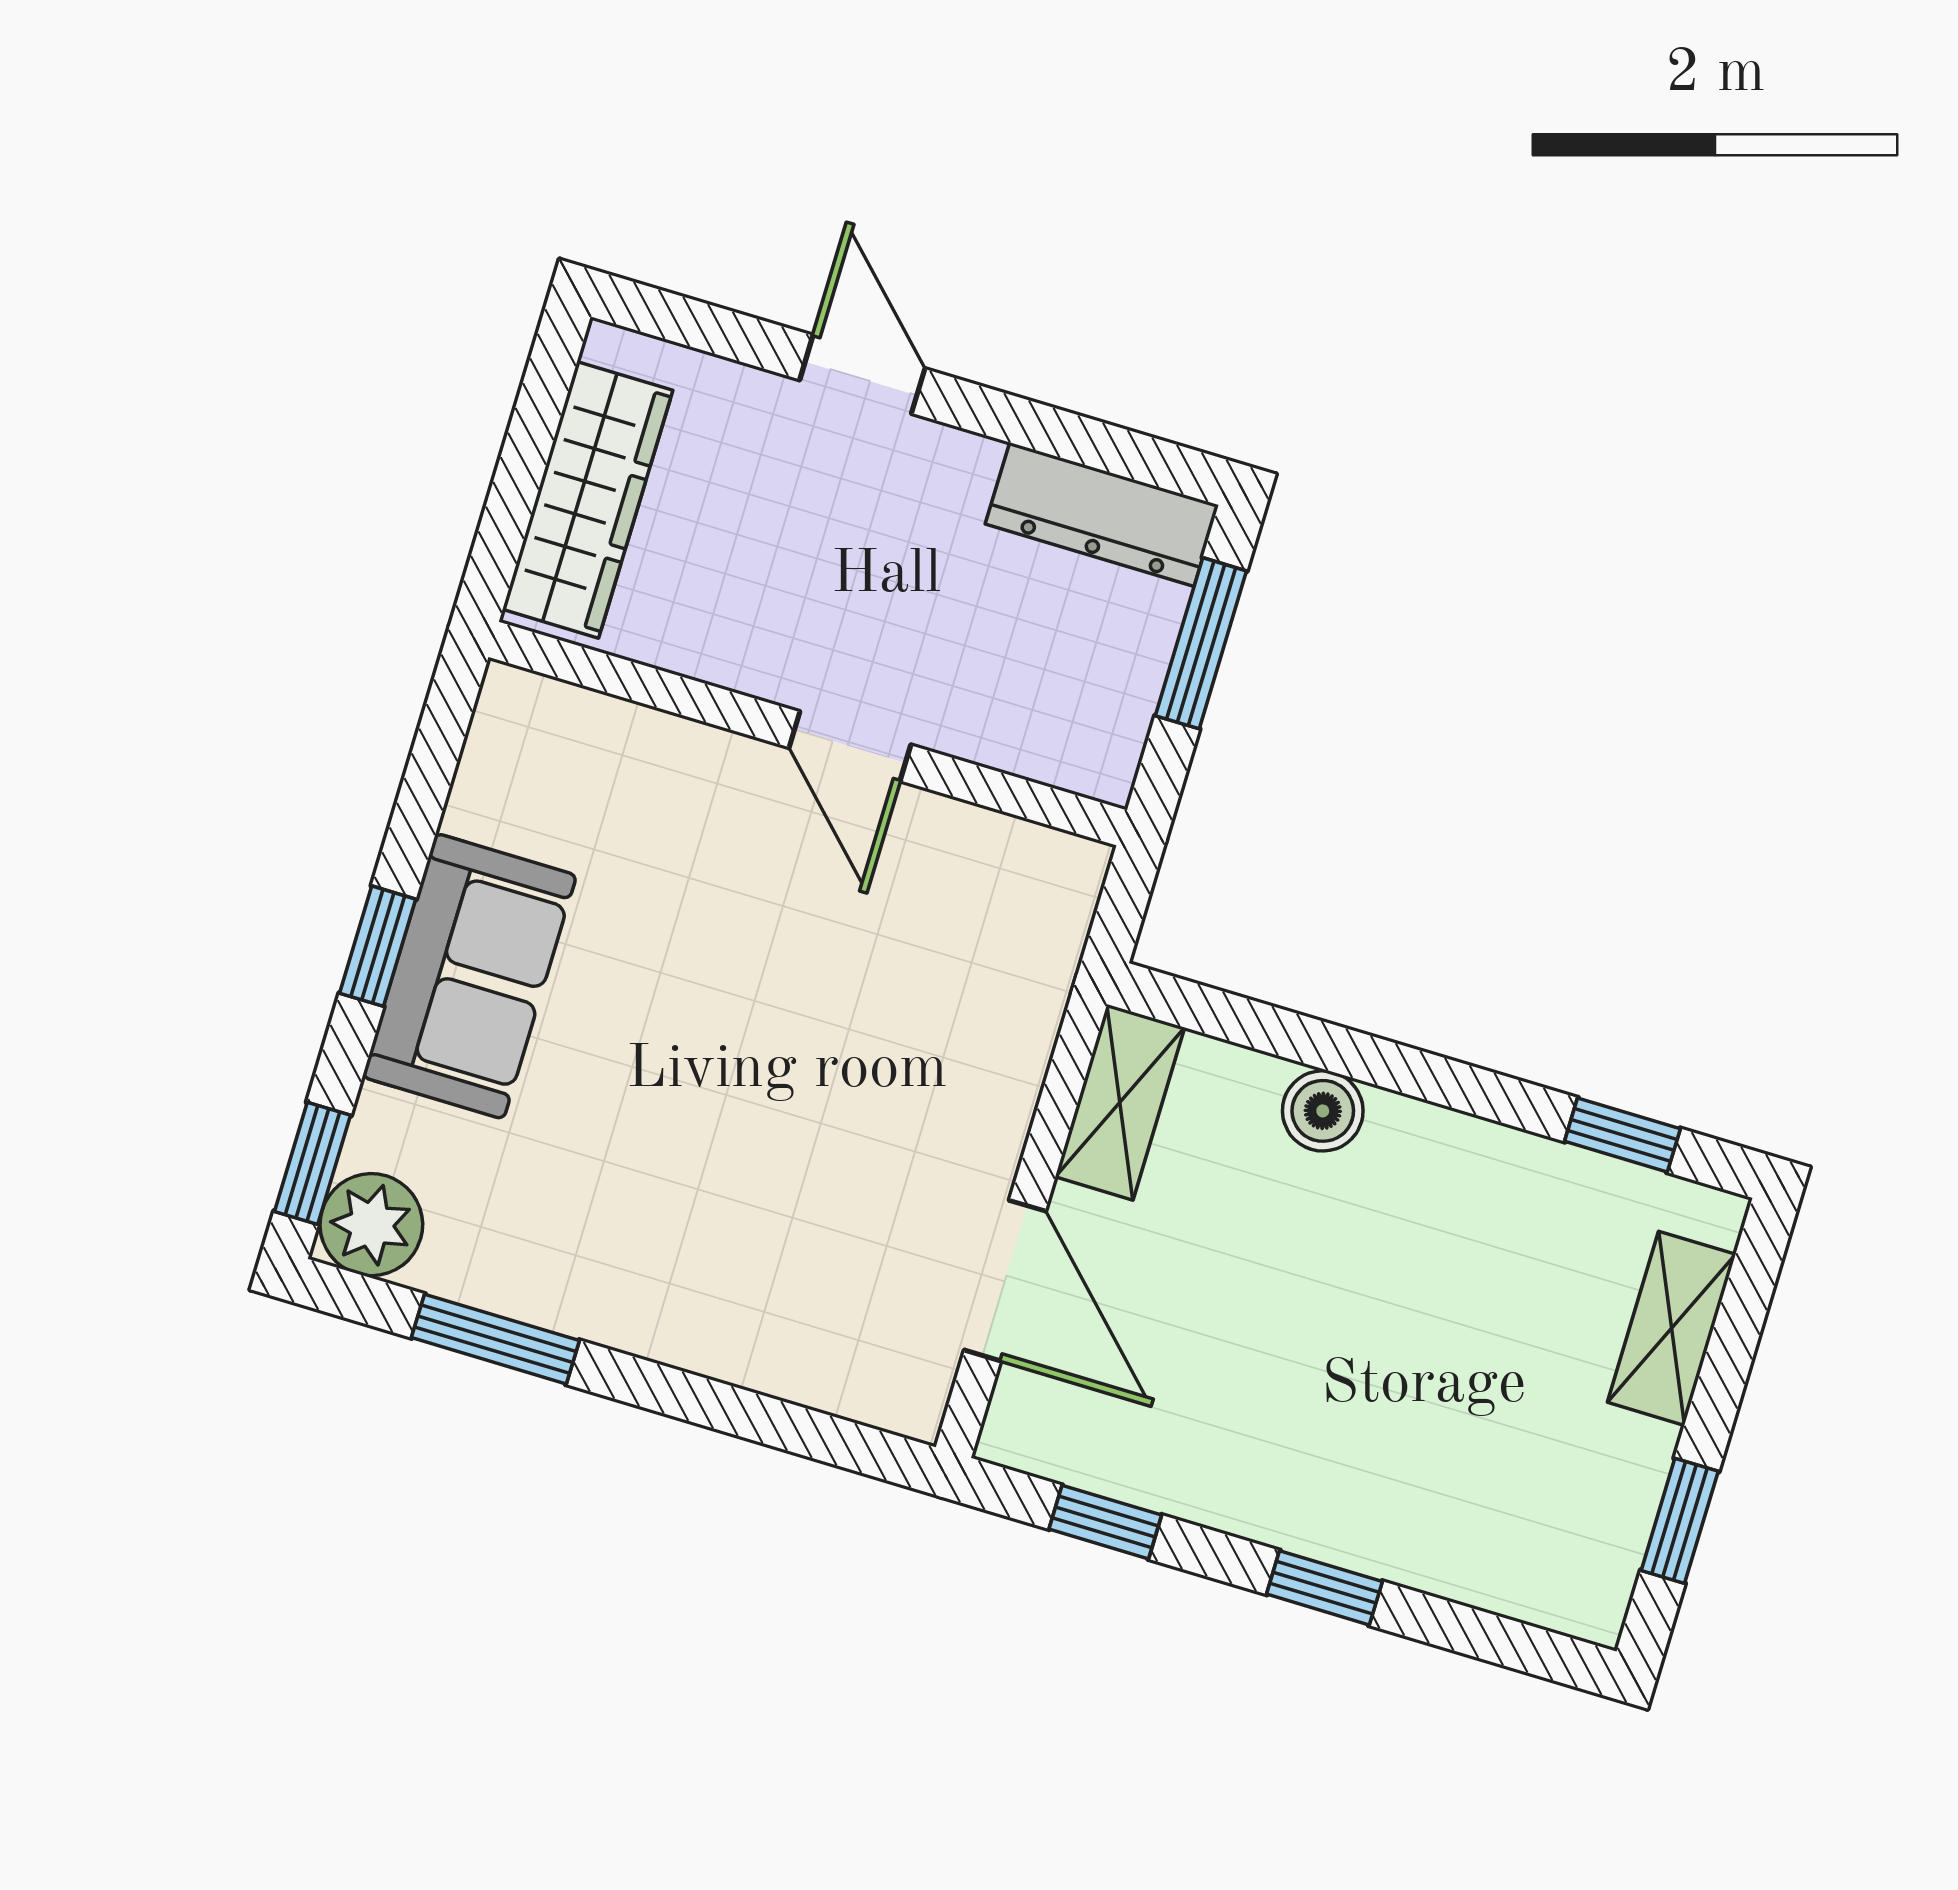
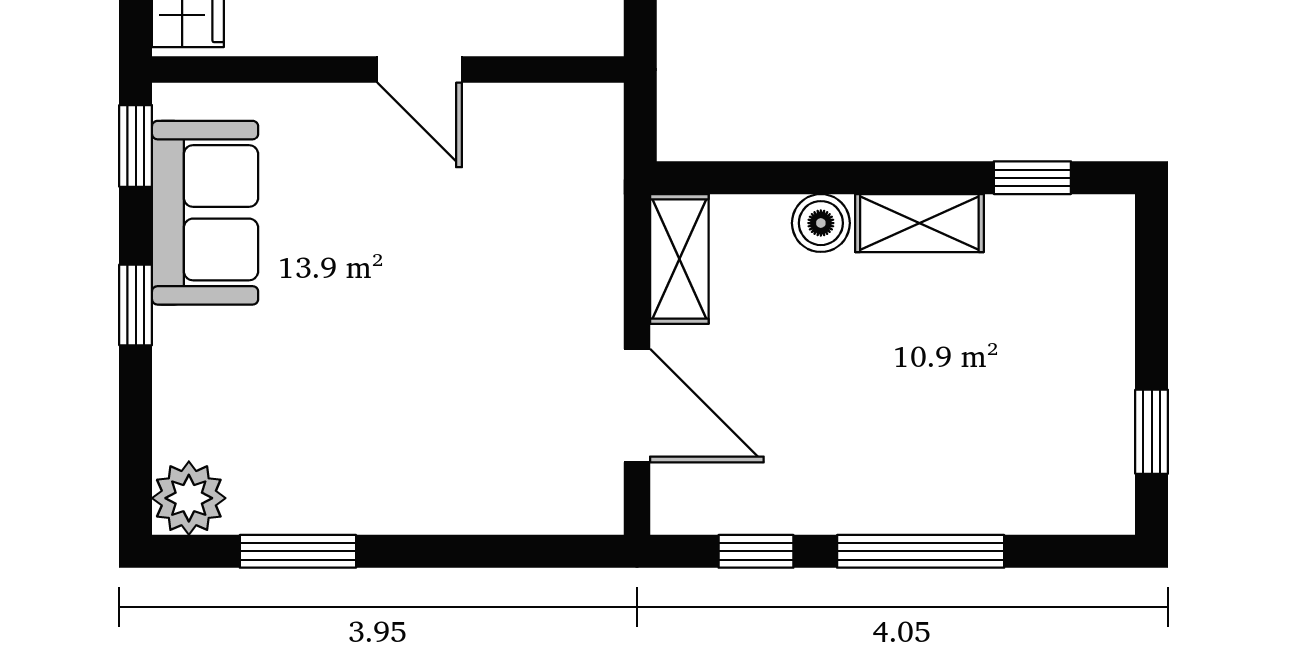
sofa: (469, 976) -> (205, 213), moved
window: (313, 1163) -> (136, 146), moved
shelving: (1672, 1328) -> (919, 223), moved, turned 90
window: (1324, 1588) -> (921, 551), width x2.17

